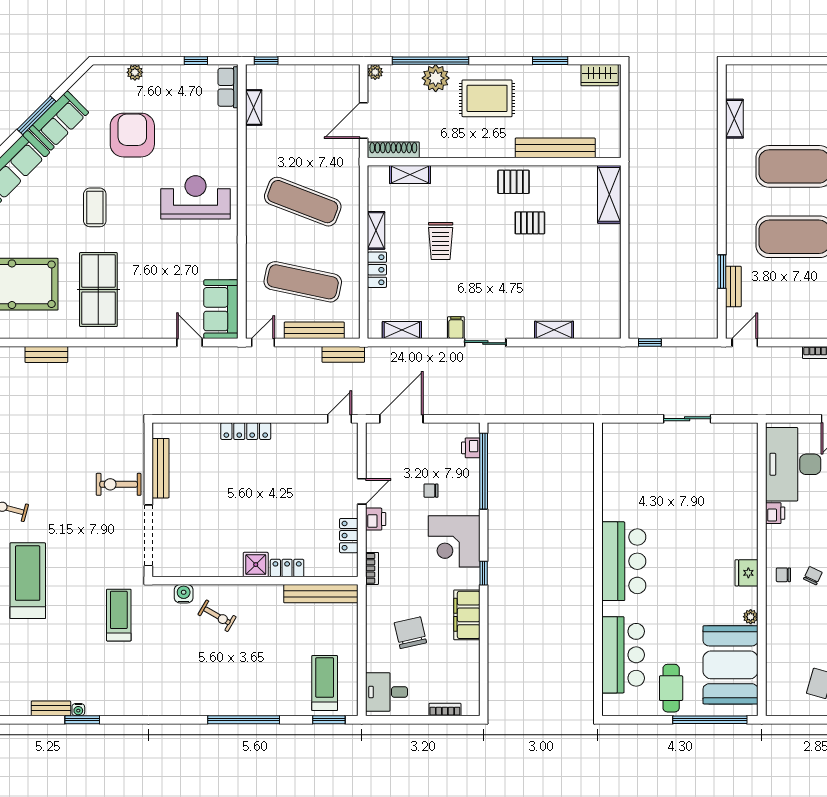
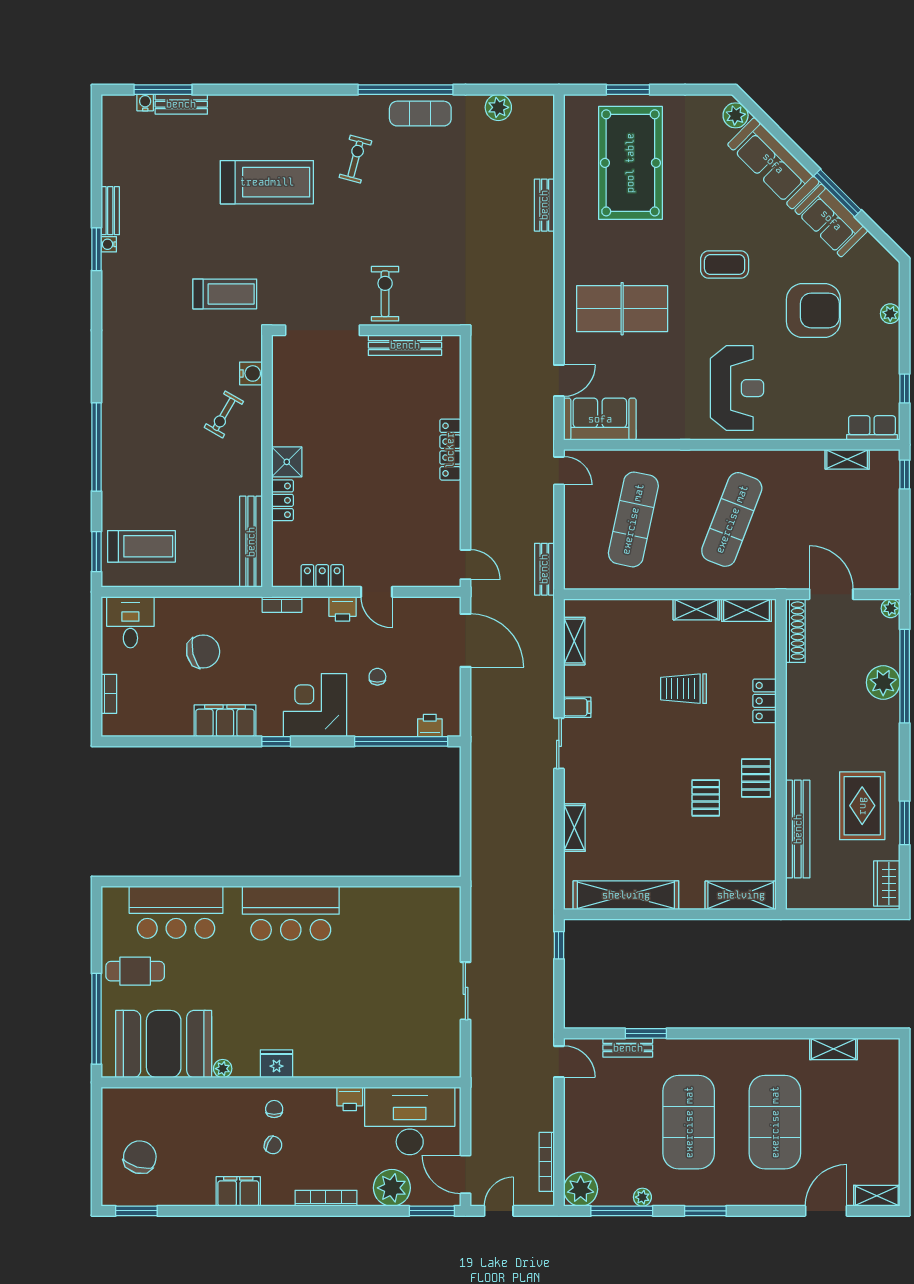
rug: (487, 98) -> (862, 806), moved
shelving: (410, 175) -> (747, 610), moved, turned 90
locker: (377, 270) -> (765, 701), moved, turned 90
shelving: (609, 288) -> (626, 895), added
table tennis table: (98, 290) -> (622, 309), moved
bench: (314, 330) -> (574, 534), removed

